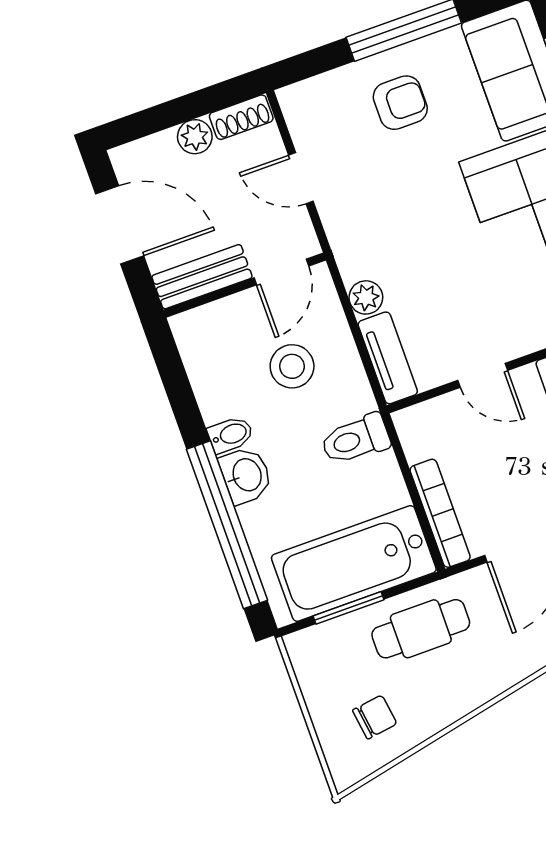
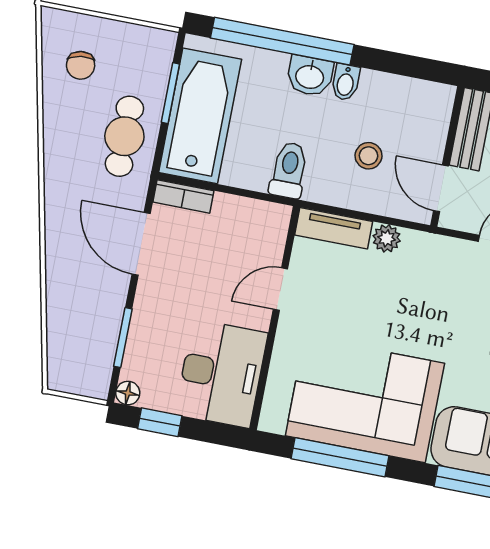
stool: (292, 366) -> (369, 156), width x0.73, depth x0.73
bookcase: (440, 513) -> (183, 196), width x0.64

